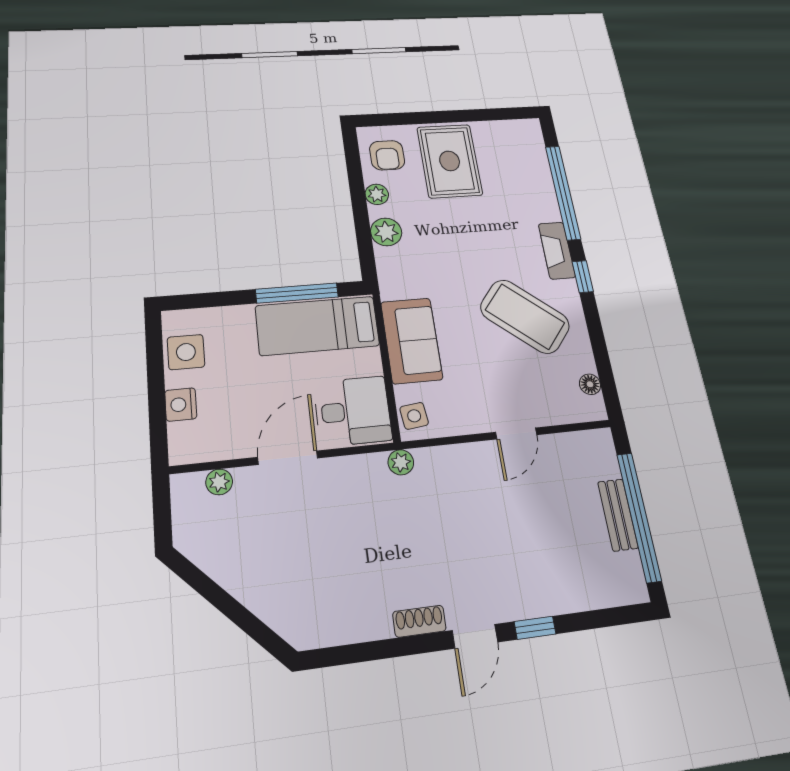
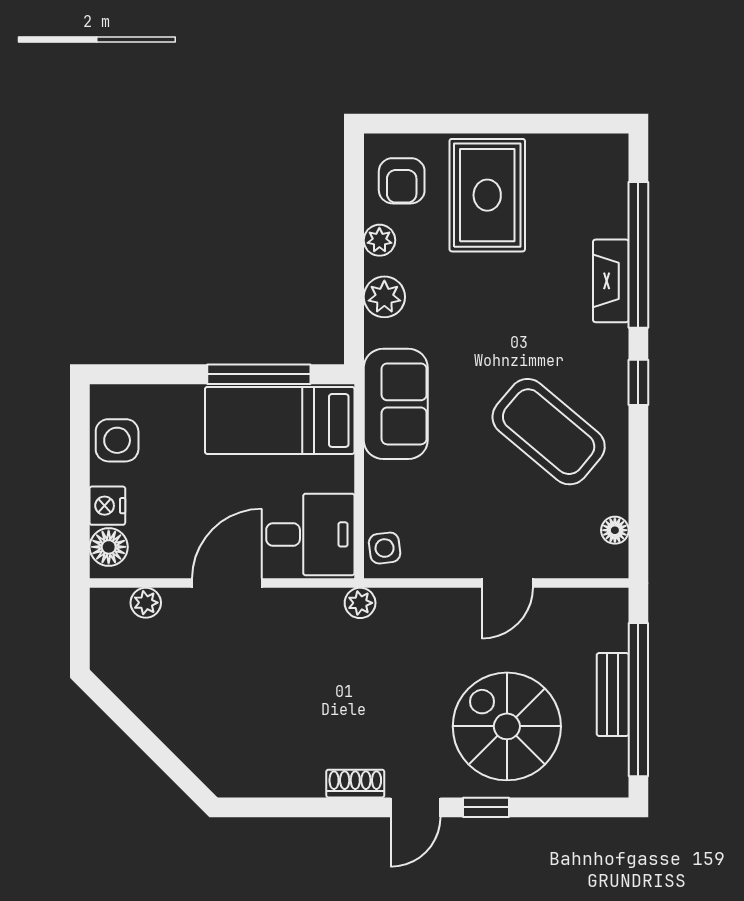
fireplace: (557, 250) -> (611, 281), moved
sofa: (412, 340) -> (396, 404), moved
floor lamp: (184, 438) -> (109, 547), added
spiral stairs: (539, 553) -> (507, 726), added

